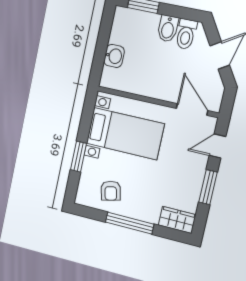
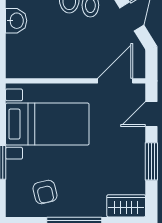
washbasin: (114, 56) -> (16, 21), moved
door: (192, 110) -> (115, 81), hinge flipped

